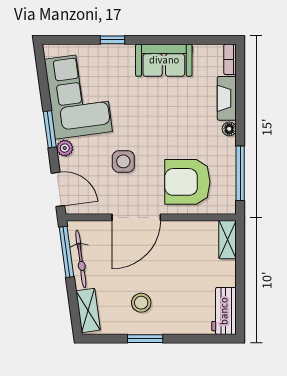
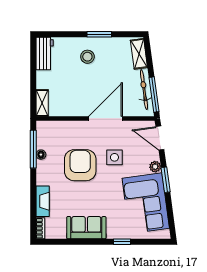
floor lamp: (229, 129) -> (41, 155), moved
armchair: (187, 182) -> (80, 165), moved, turned -90
stool: (141, 303) -> (87, 57), moved

